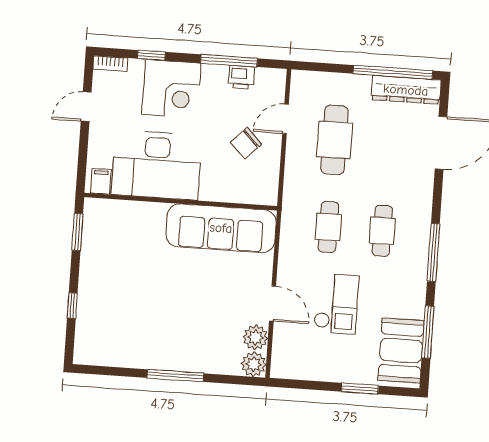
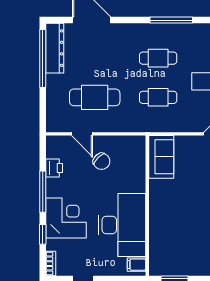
window: (229, 61) -> (43, 192), moved
sofa: (221, 228) -> (161, 157), width x0.54, depth x0.79

